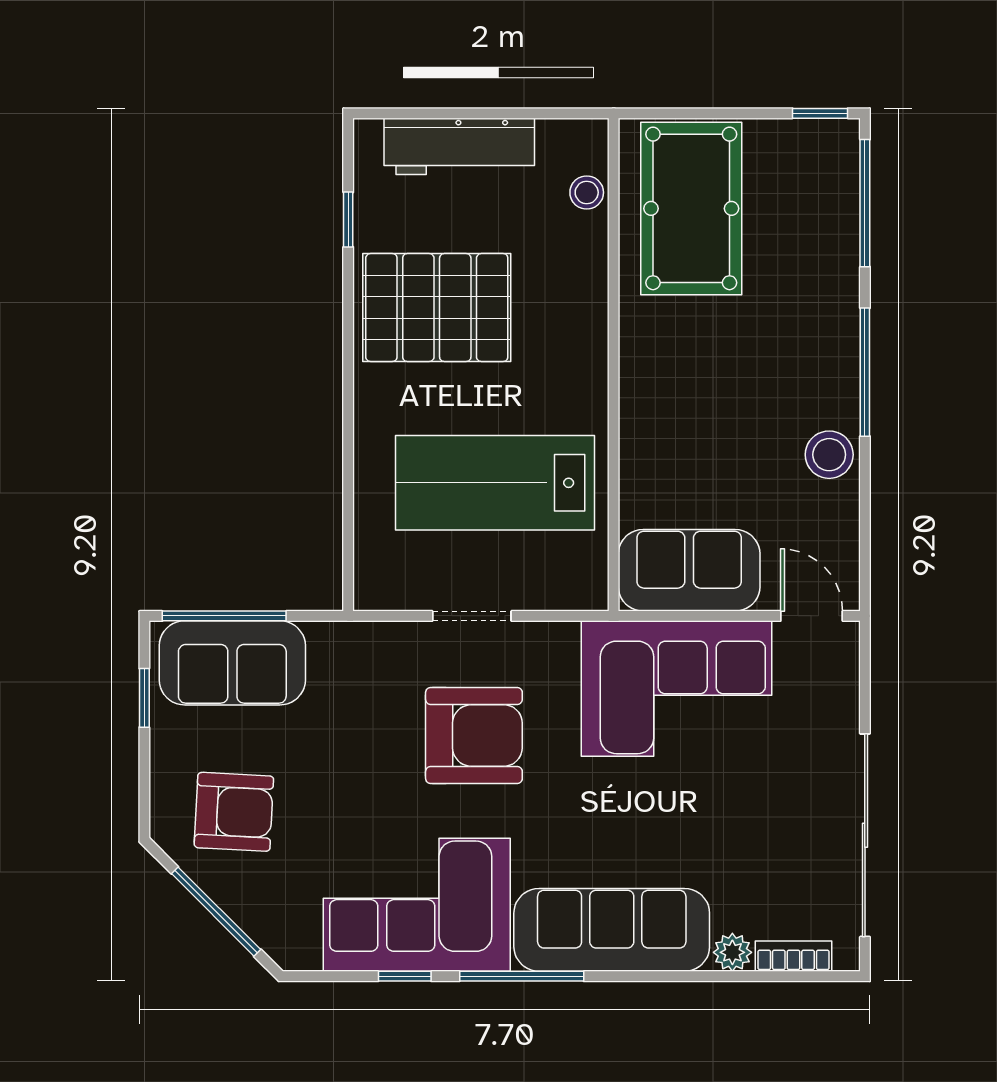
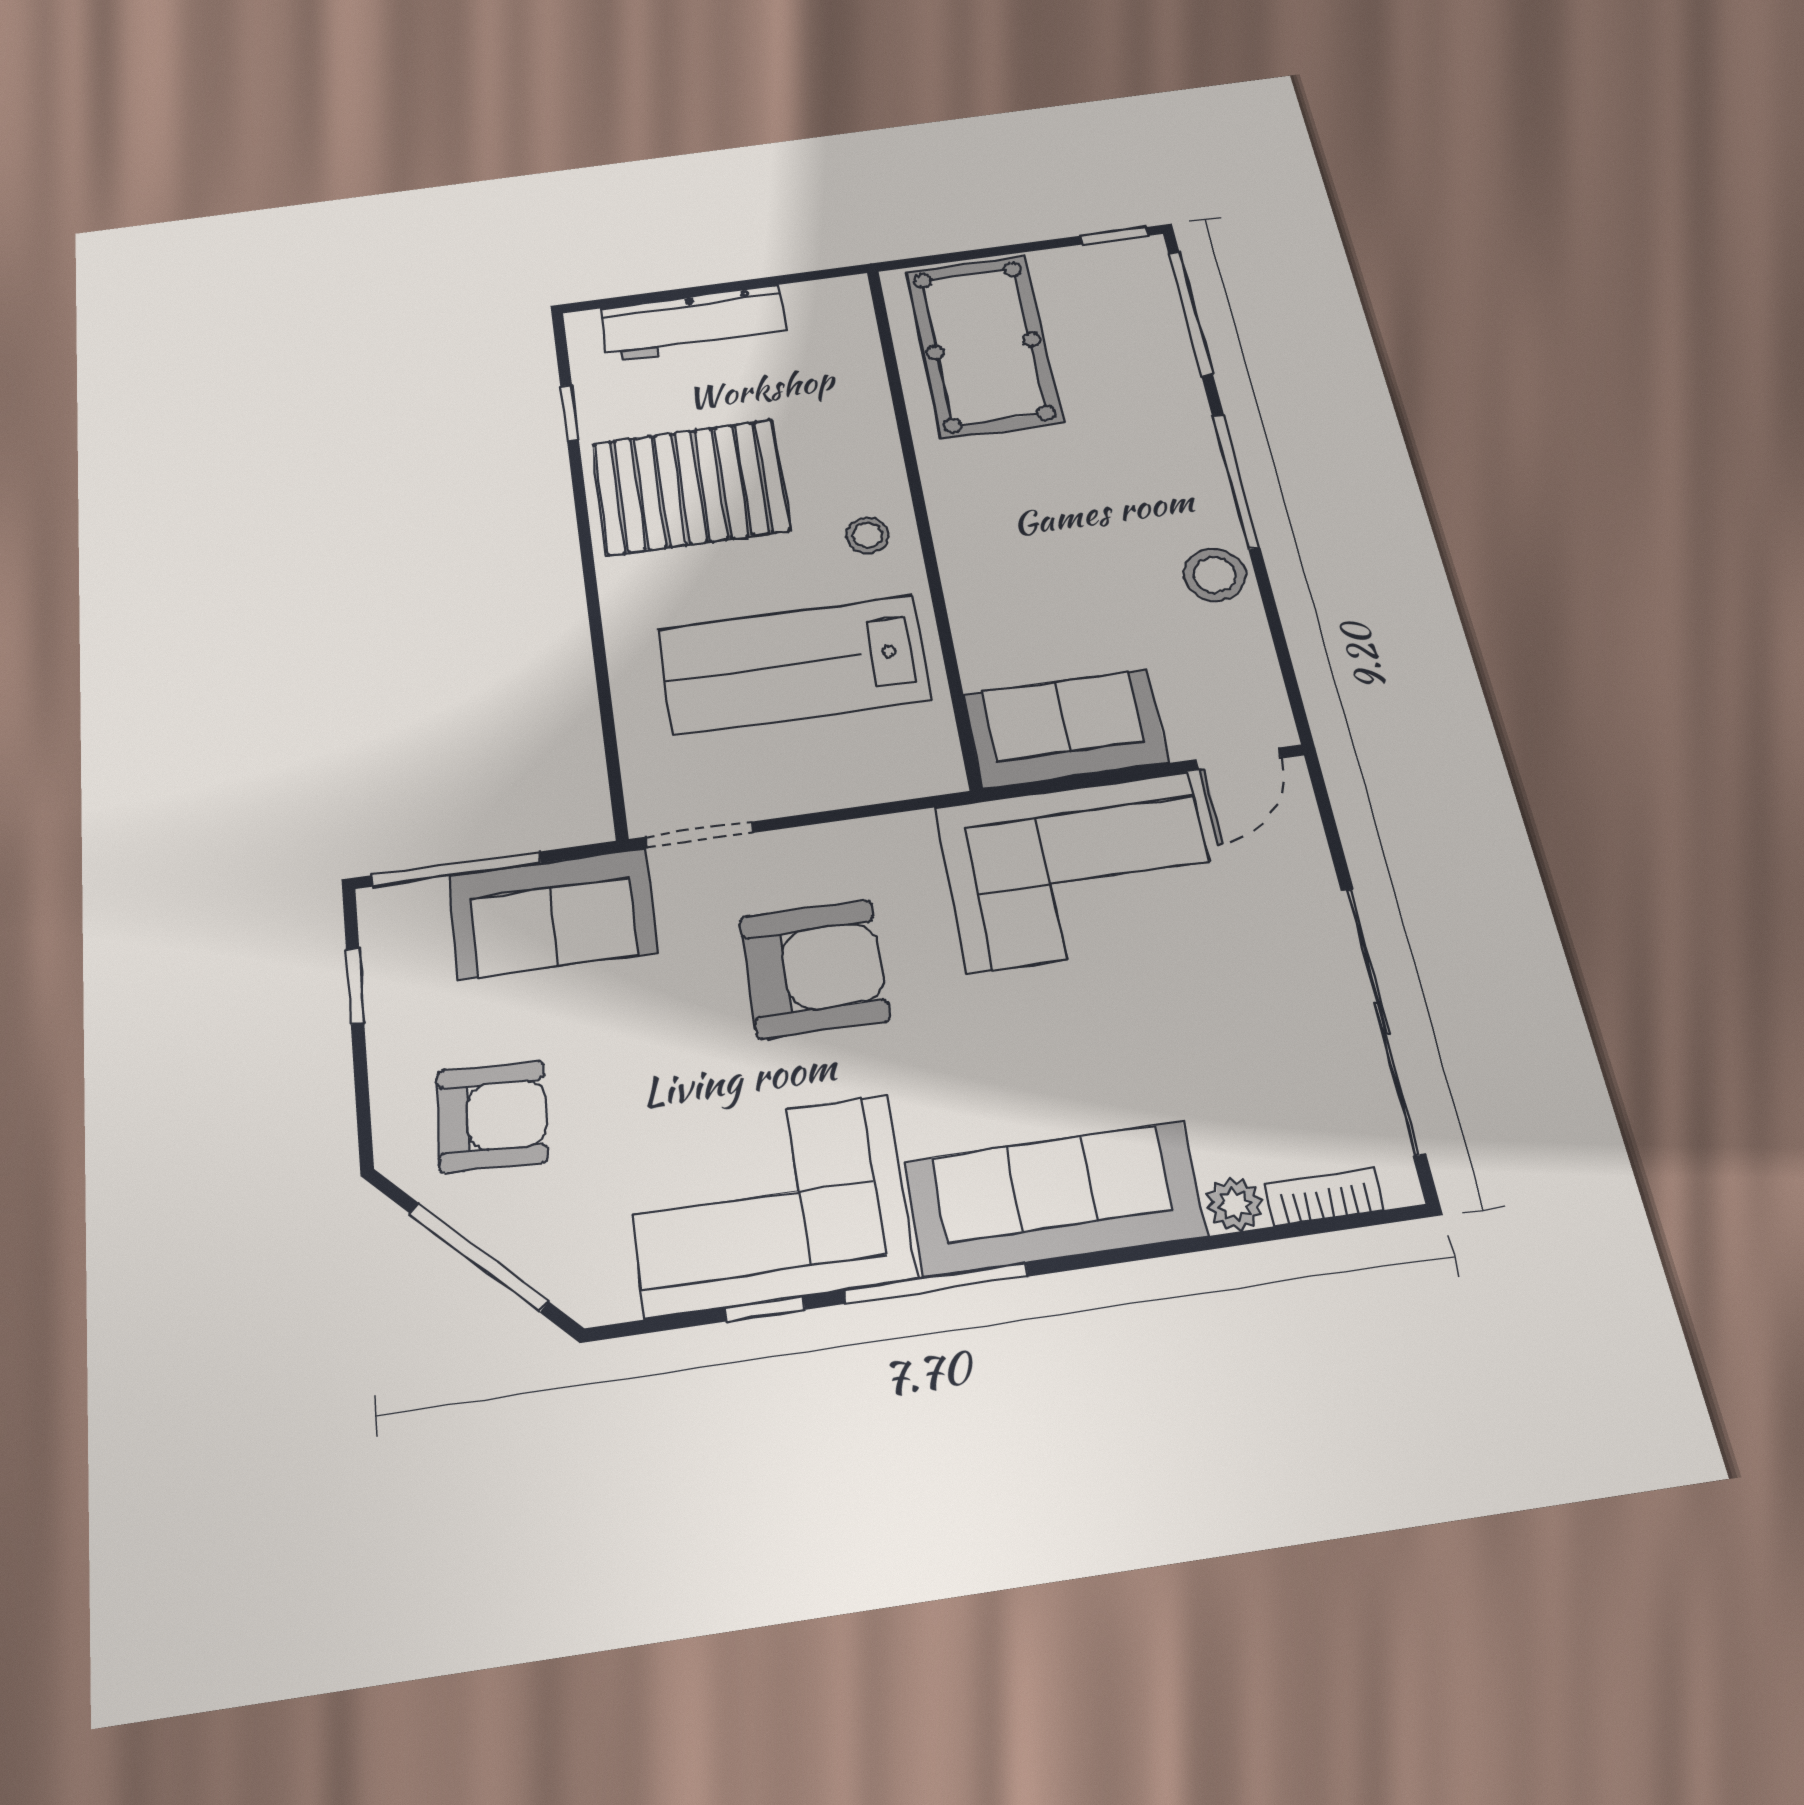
stool: (587, 192) -> (868, 535), moved
doorway: (472, 616) -> (700, 835), moved
door: (812, 616) -> (1239, 759), swing flipped
sofa: (232, 663) -> (553, 913), moved

